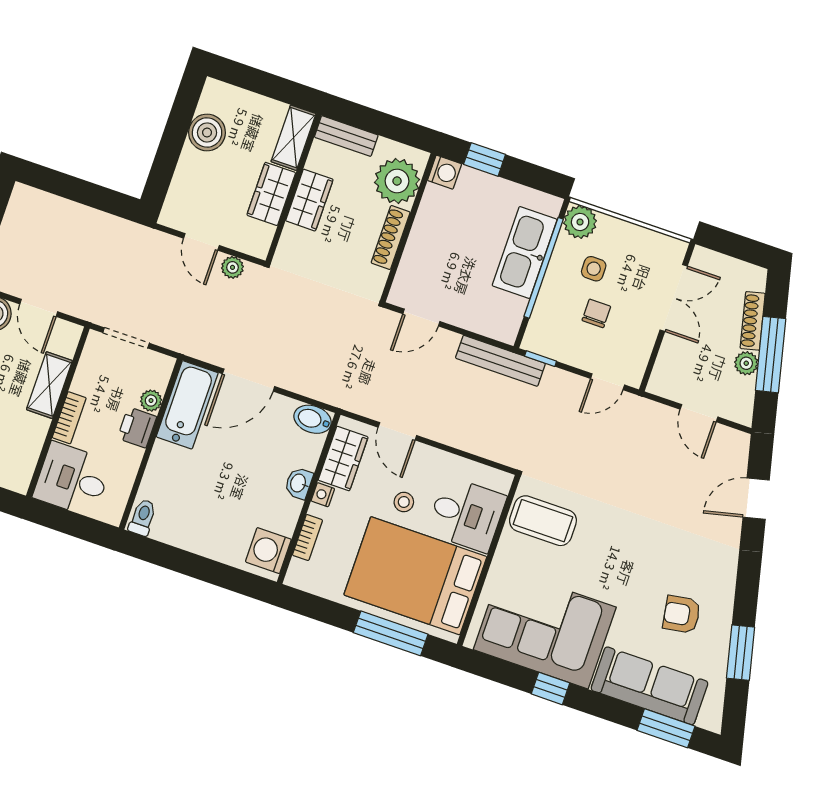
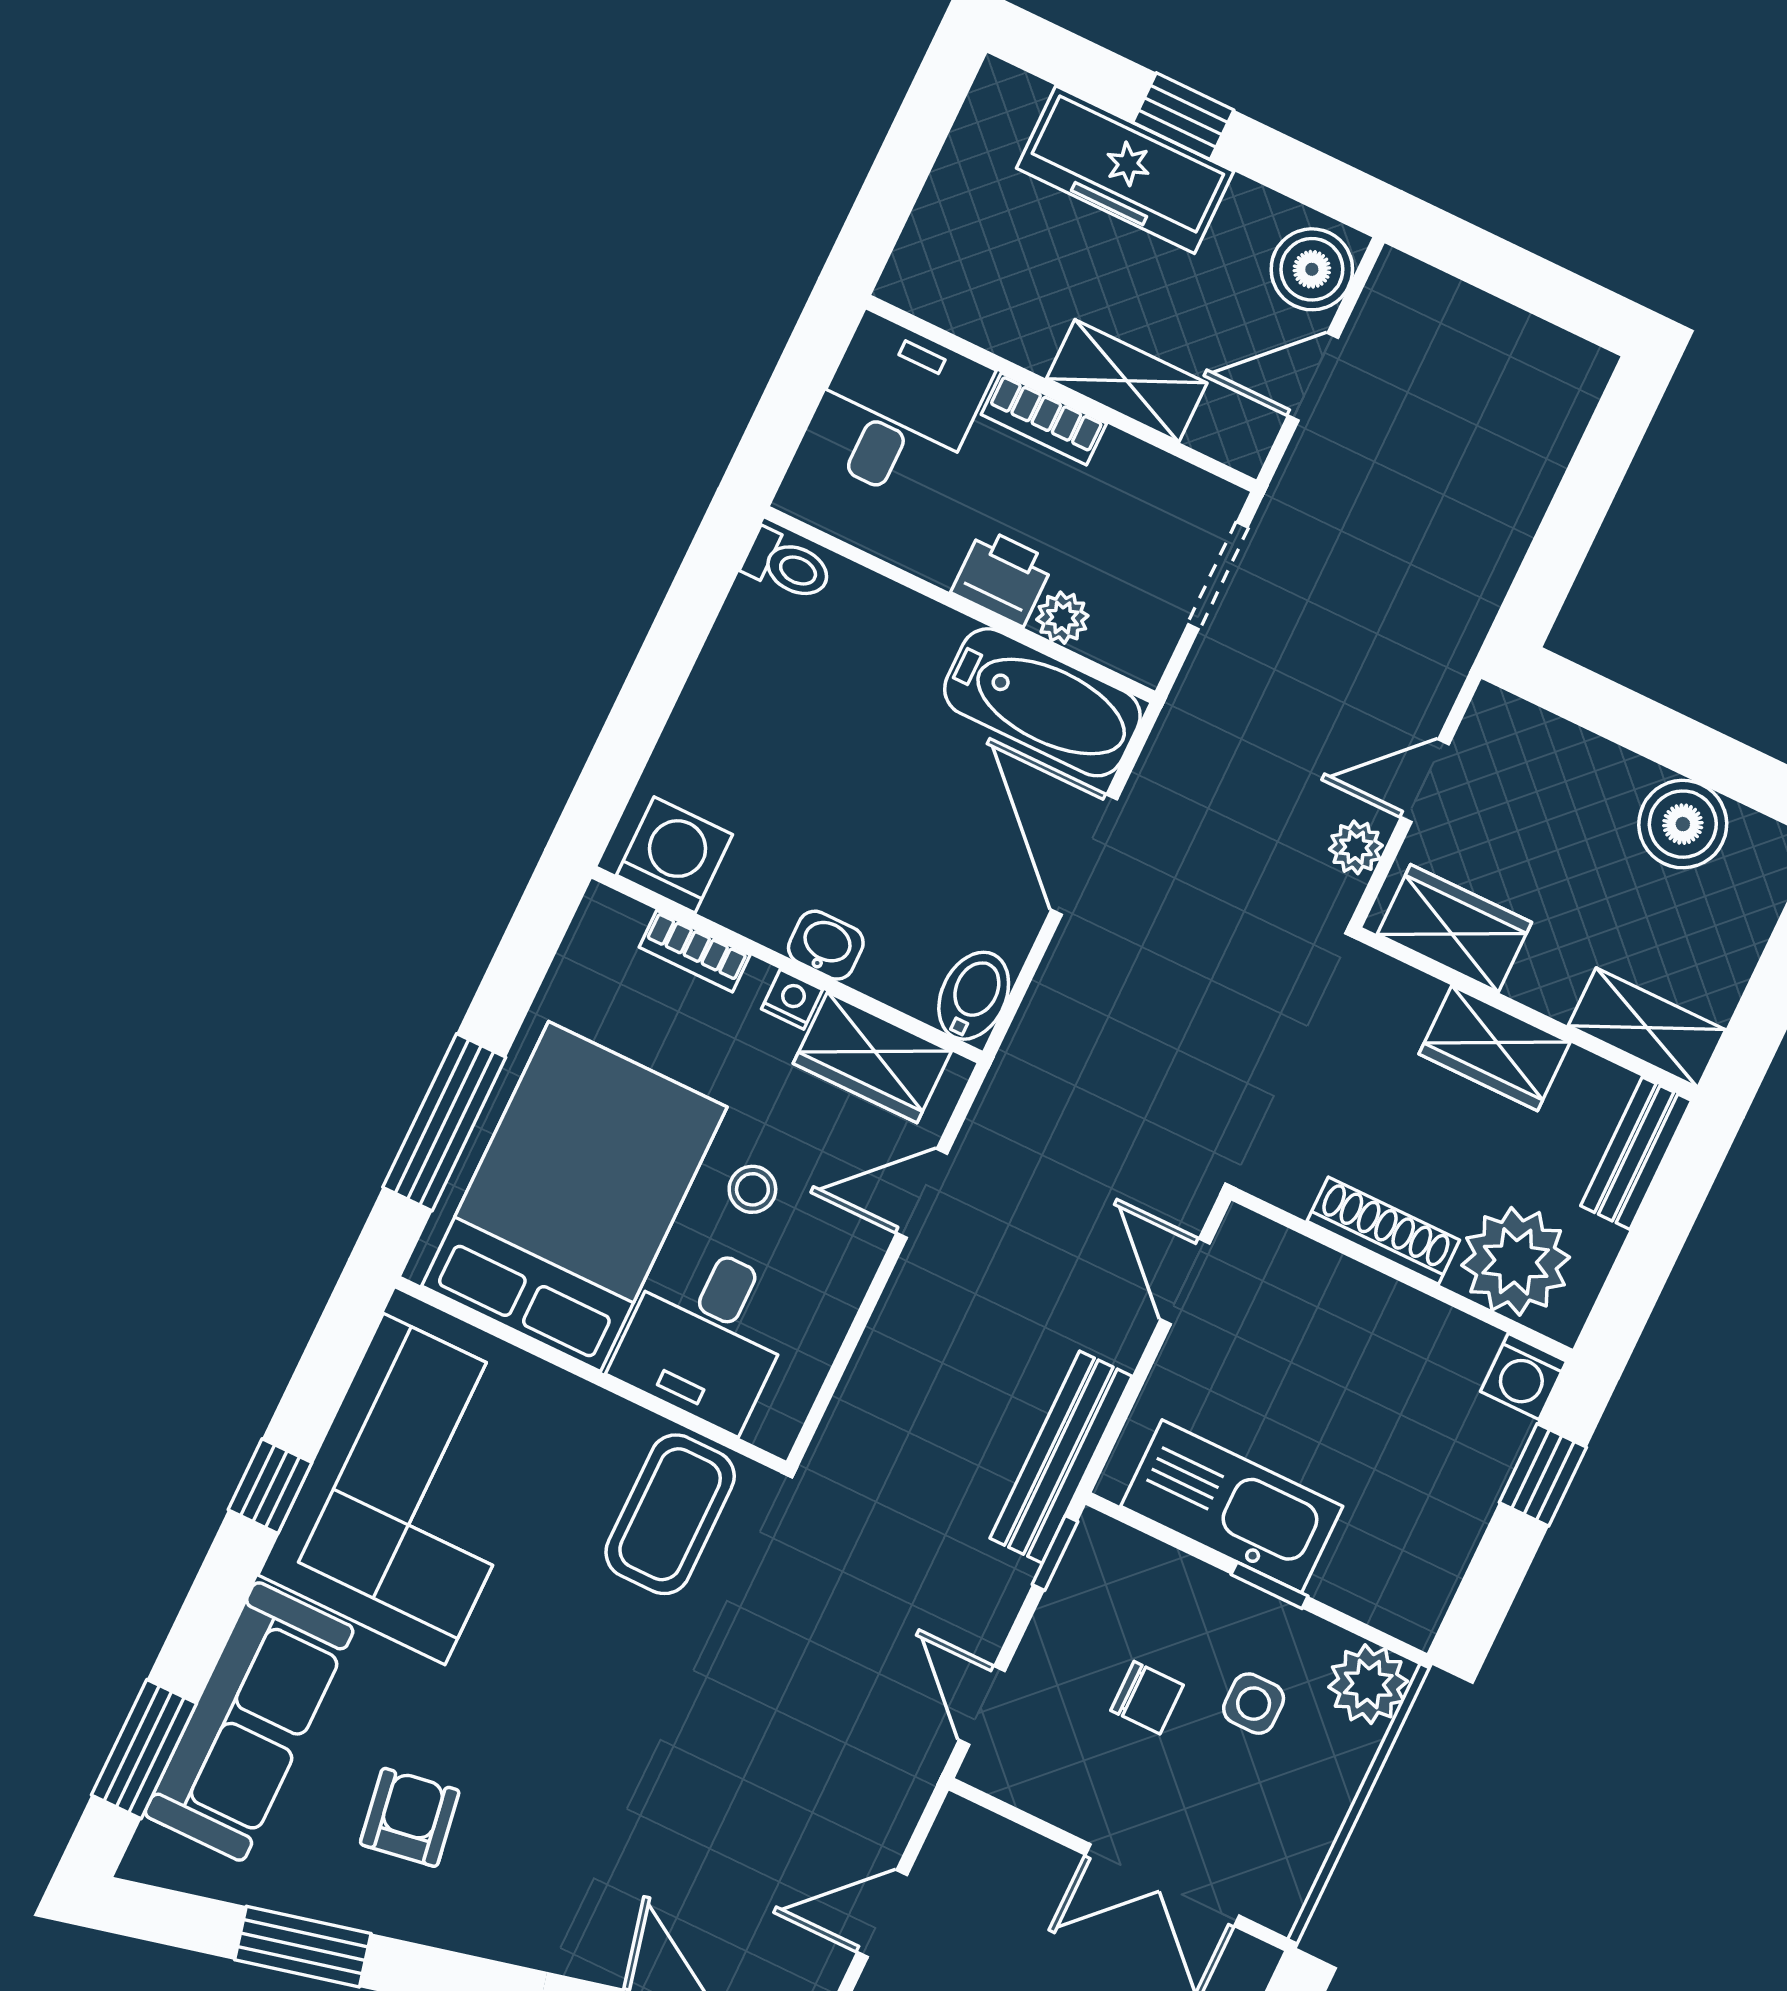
wardrobe: (271, 194) -> (1454, 928), moved
kitchen sink: (525, 253) -> (1232, 1506), moved
window: (544, 268) -> (1270, 1585), width x0.32

